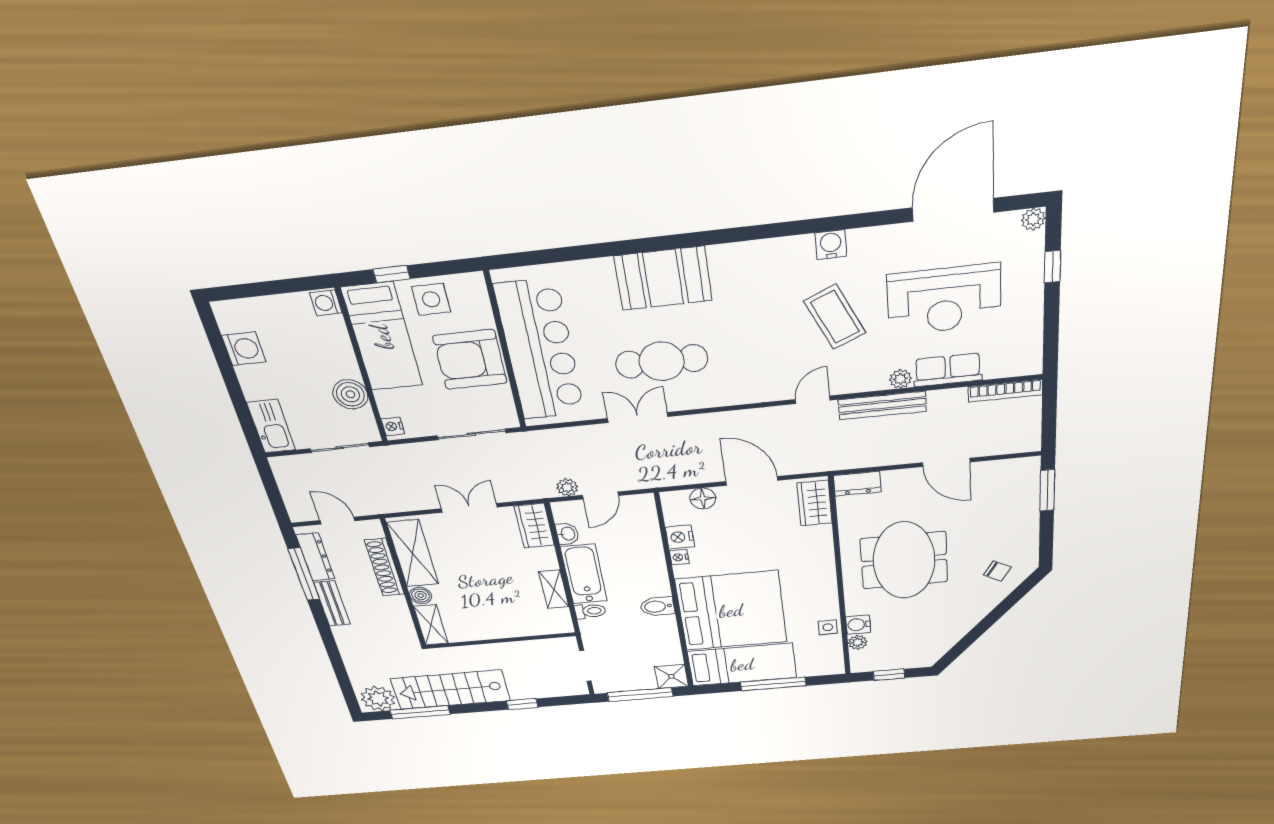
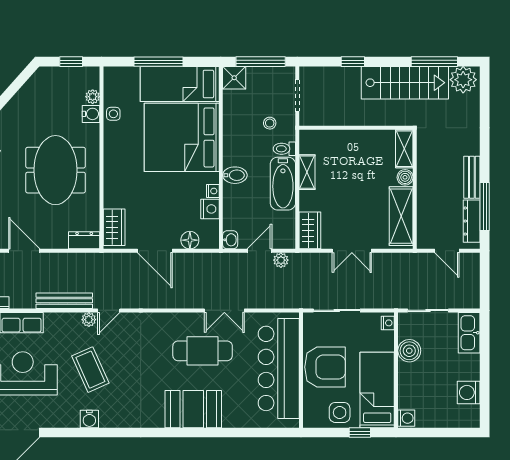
plant: (900, 379) -> (89, 320), moved
washbasin: (567, 534) -> (230, 240), moved, turned 180
shoe rack: (384, 567) -> (425, 206), removed
bidet: (657, 606) -> (235, 175), moved
stool: (616, 636) -> (270, 123), added

